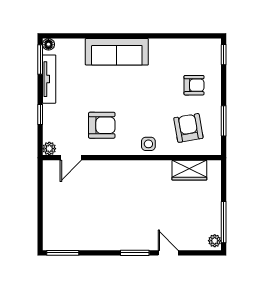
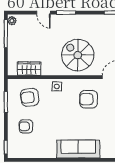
armchair: (188, 128) -> (30, 97), turned 93
spiral stairs: (118, 190) -> (78, 55), added

